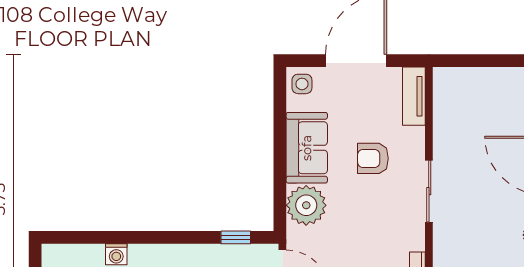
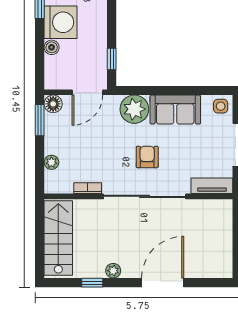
armchair: (373, 158) -> (147, 157), moved
sliding door: (429, 191) -> (144, 196), width x1.86

